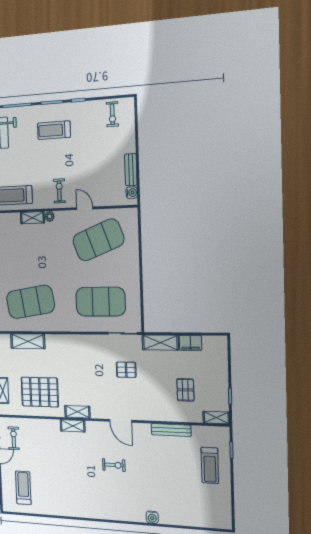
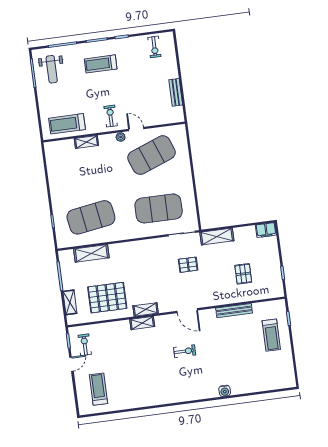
water cooler: (132, 193) -> (178, 112), removed
plant: (50, 216) -> (121, 137), moved
filing cabinet: (190, 343) -> (266, 230), moved
shelving: (216, 418) -> (273, 293), removed

